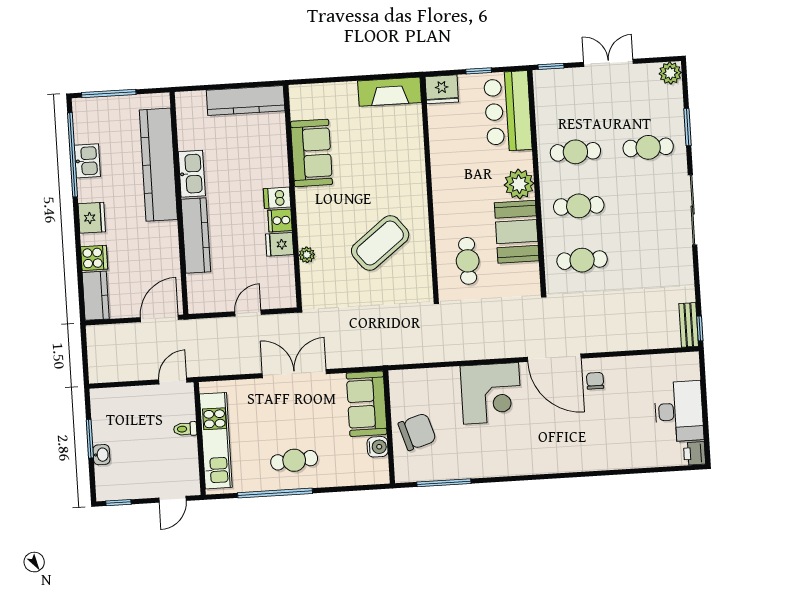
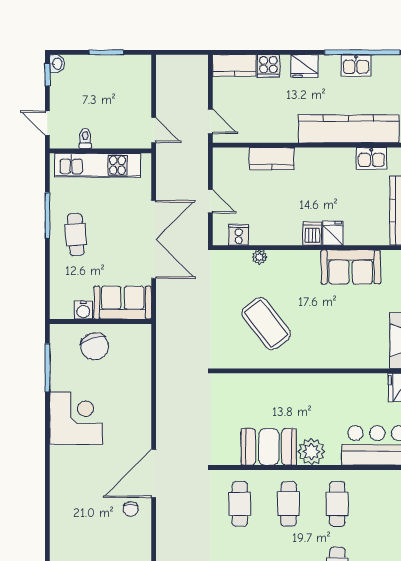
kitchen sink: (192, 174) -> (371, 158), moved, width x0.73
cooker: (280, 220) -> (239, 235), moved
kitchen counter: (196, 235) -> (272, 159), width x0.67
fridge: (280, 244) -> (333, 233), moved
cafe table: (468, 261) -> (245, 401), removed
door: (159, 318) -> (210, 121), width x0.73
double door: (294, 374) -> (154, 239), width x1.36
chair: (595, 381) -> (131, 509), turned 90
corner desk: (491, 393) -> (76, 418), moved, turned 180
toilet: (185, 429) -> (85, 138), moved
washbasin: (101, 455) -> (57, 64), moved, turned -90
window: (275, 493) -> (47, 216), width x0.68

